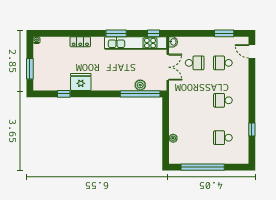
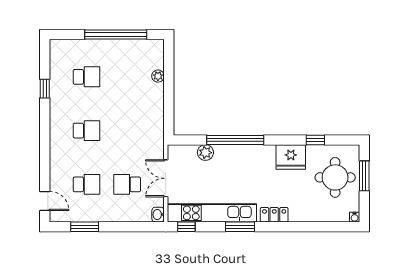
locker: (80, 42) -> (274, 215), moved
round table: (50, 68) -> (335, 177), added
window: (140, 94) -> (235, 140), moved

